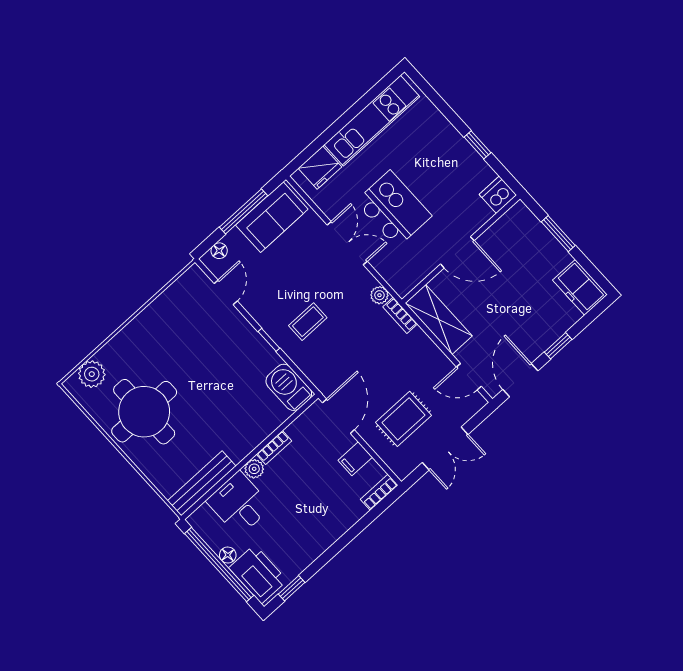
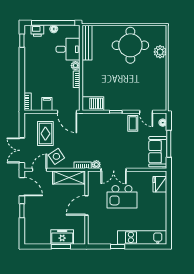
kitchen unit: (372, 121) -> (142, 237), moved, turned 90
dishwasher: (498, 195) -> (94, 238), removed
double door: (347, 243) -> (114, 170), moved
freezer: (580, 287) -> (62, 237), moved
coffee table: (308, 322) -> (133, 123), moved
side table: (424, 369) -> (56, 156), added
plant: (92, 374) -> (160, 52), moved
double door: (445, 448) -> (22, 150), moved
printer: (258, 574) -> (37, 31), width x0.53, depth x0.68

